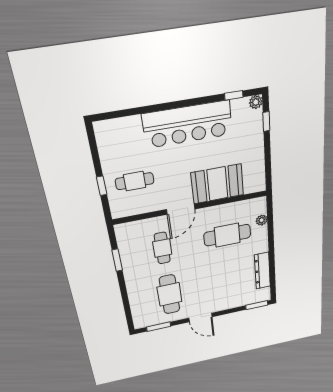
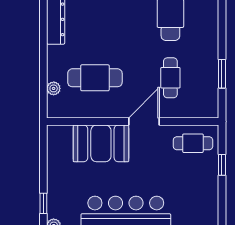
cafe table: (135, 181) -> (193, 143), moved

